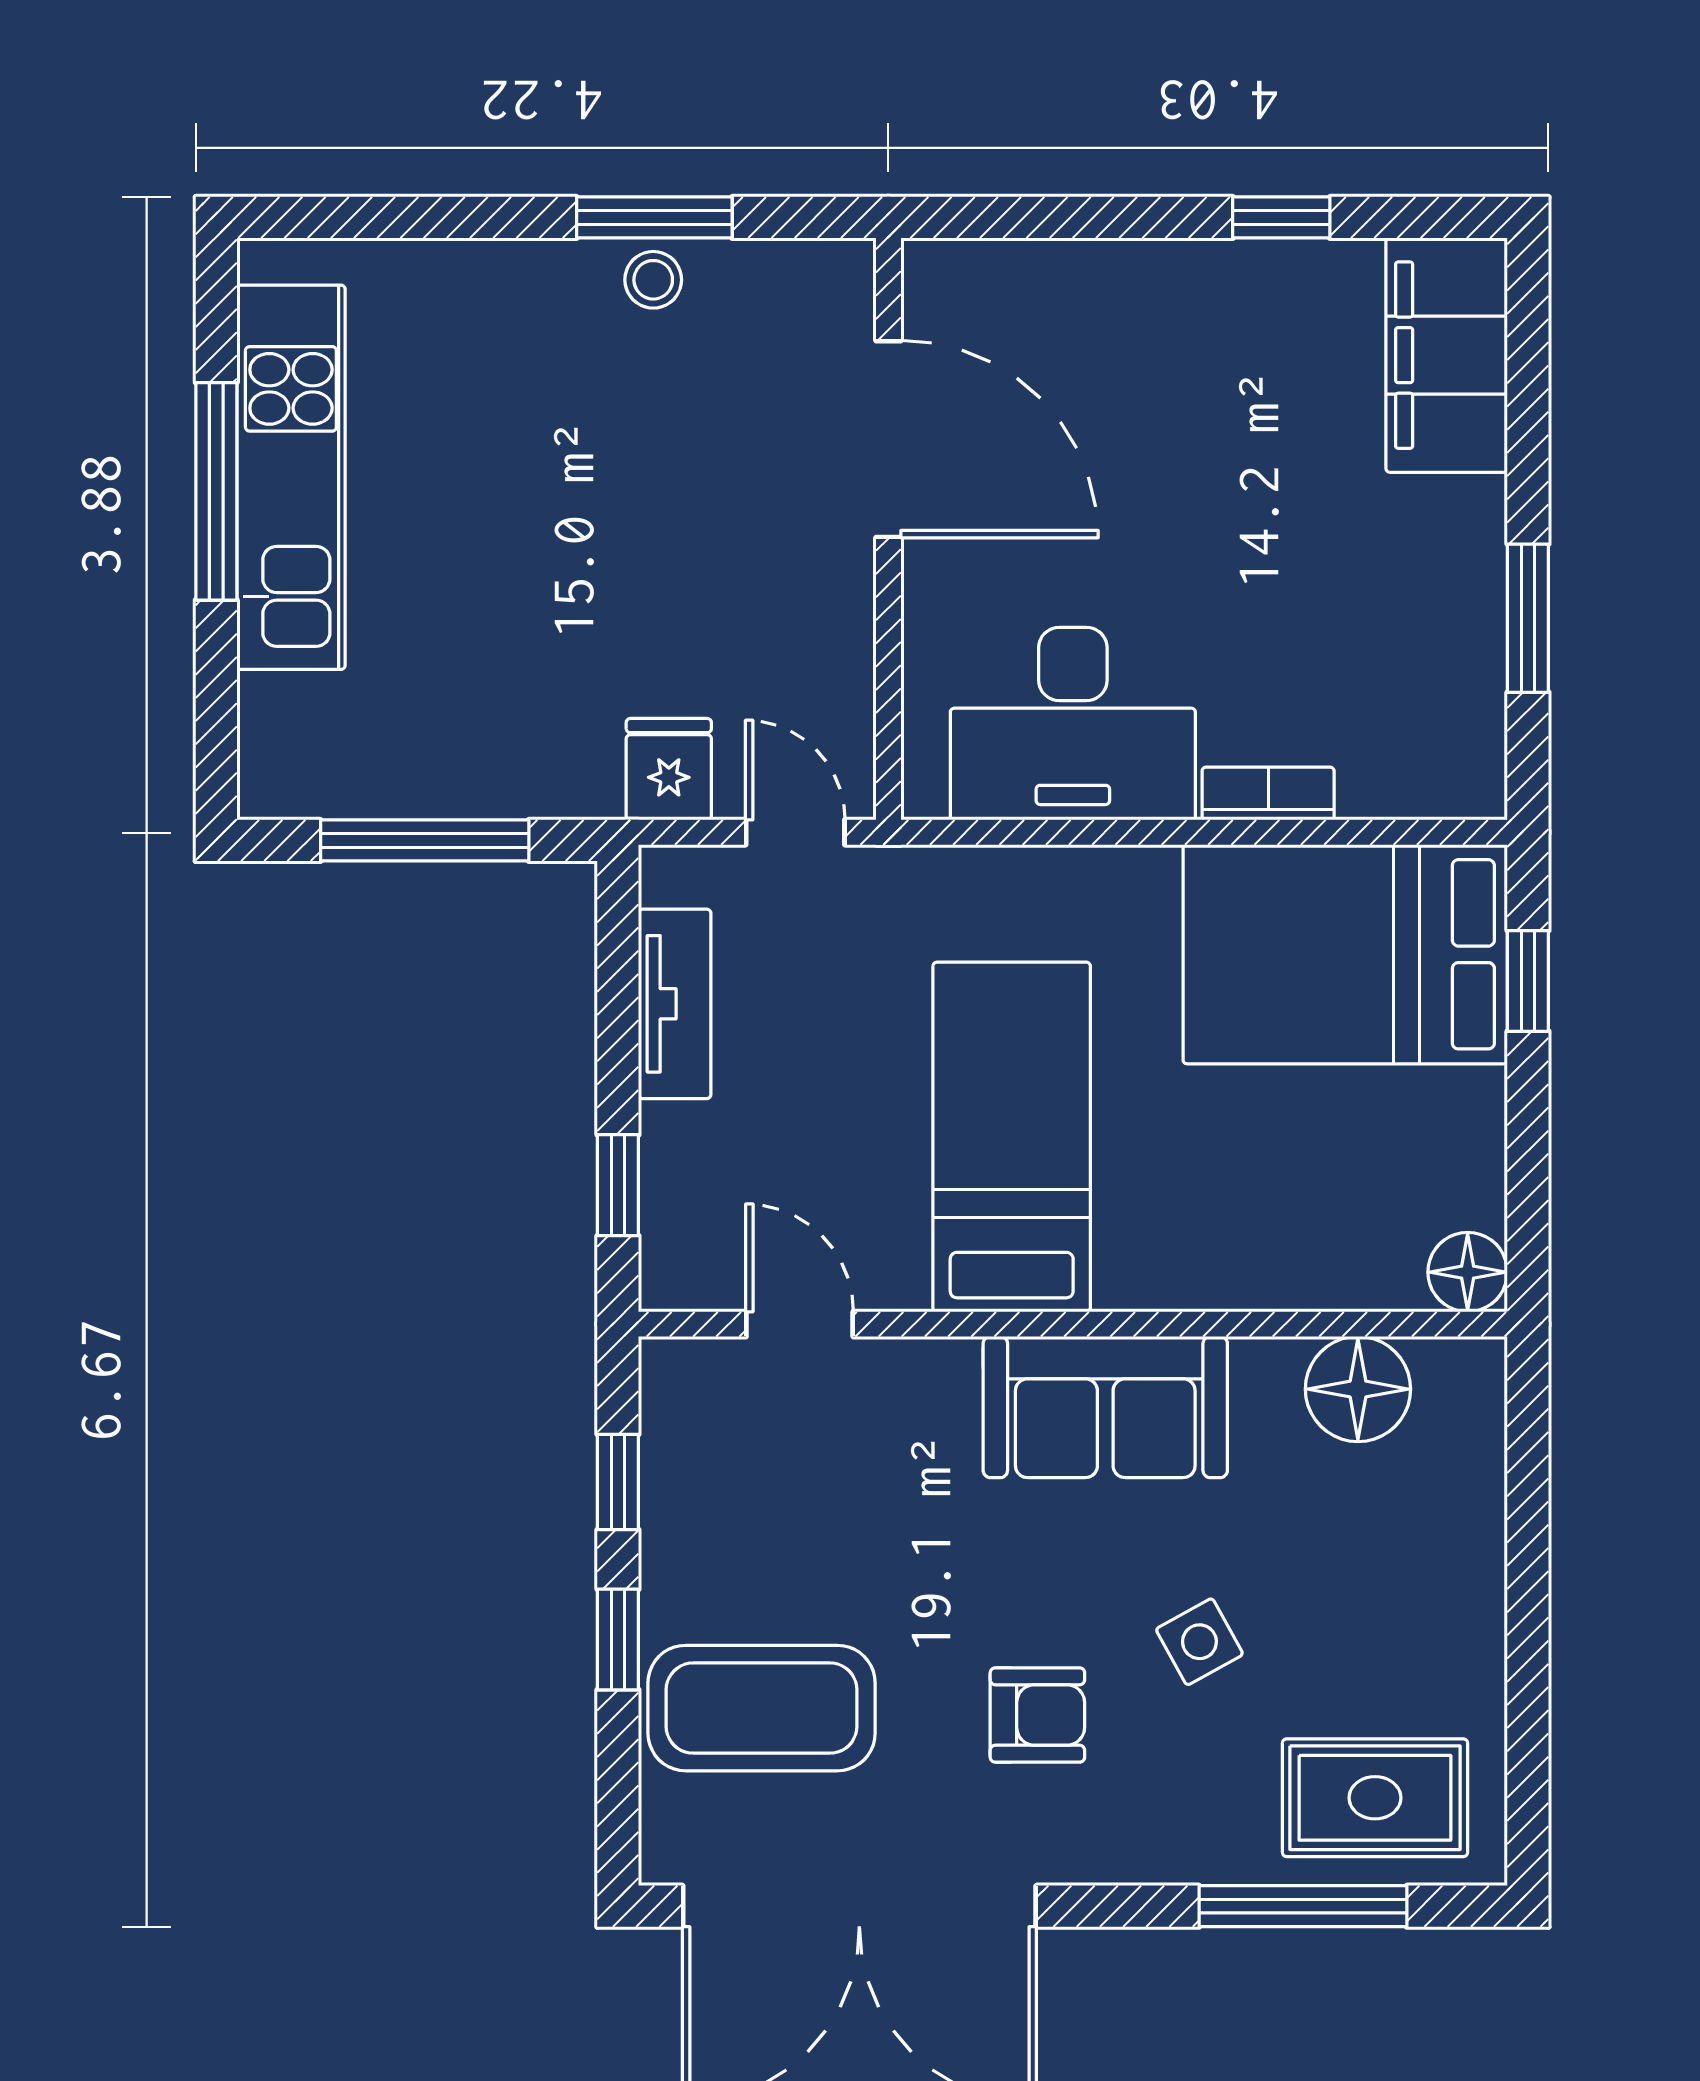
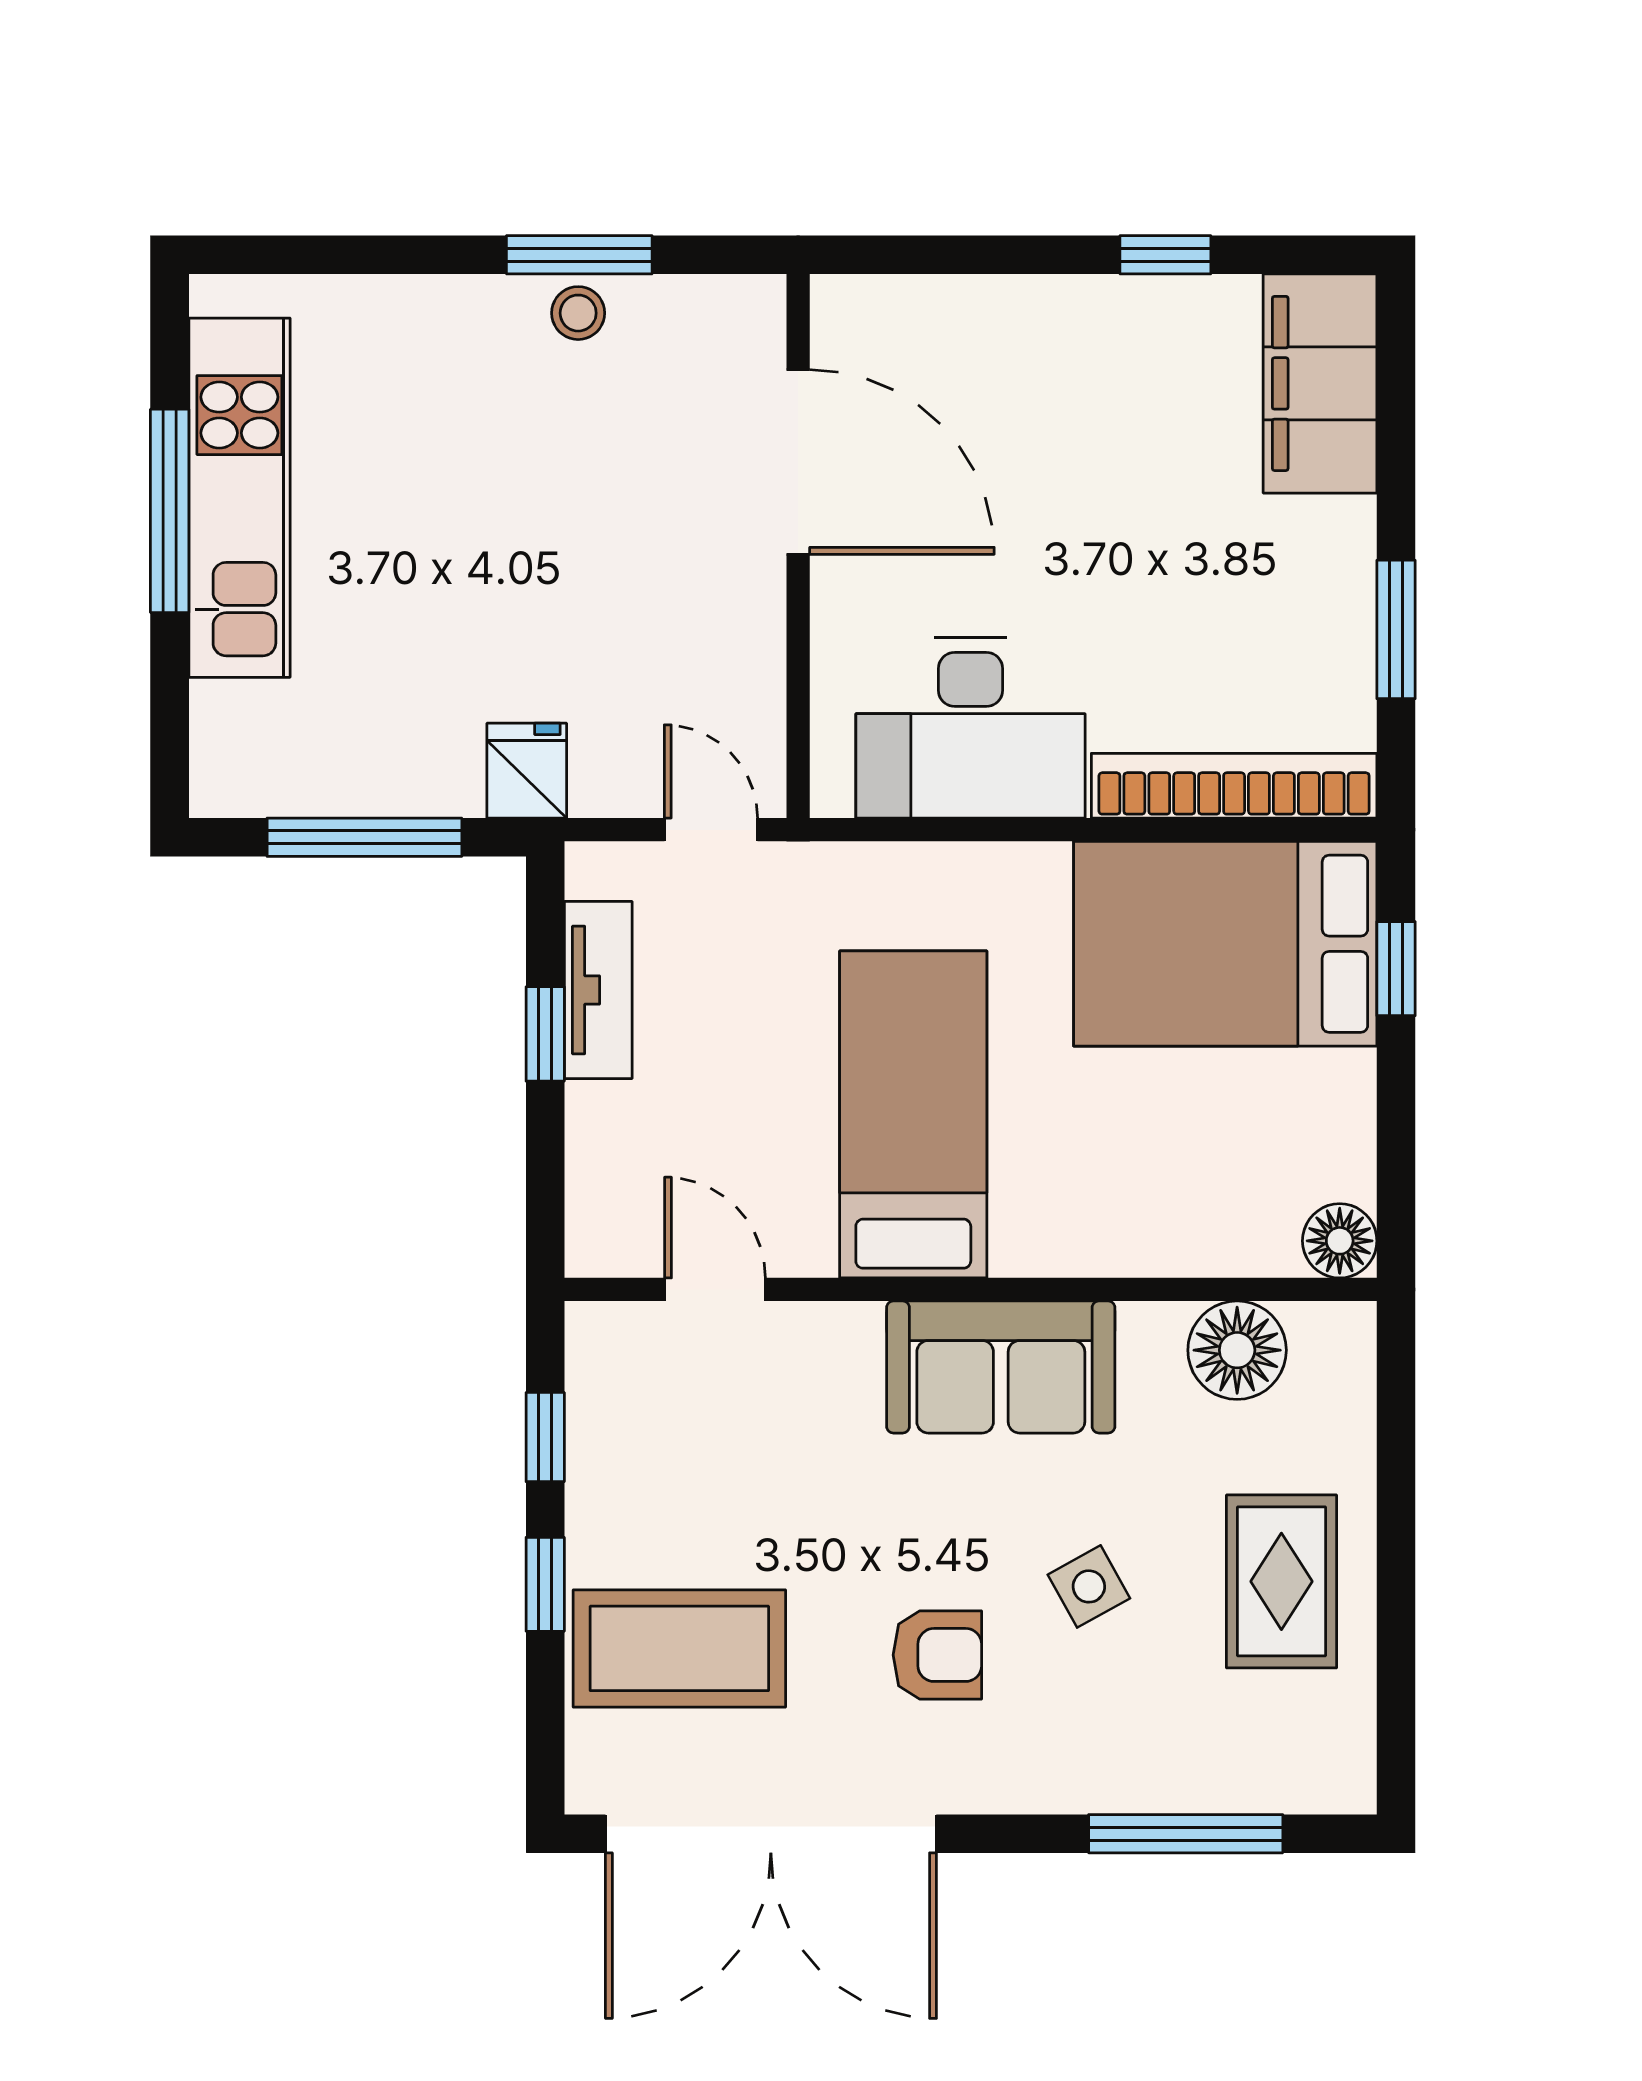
fridge: (669, 769) -> (527, 771), moved
bookcase: (1268, 794) -> (1234, 786), width x2.31, depth x1.31
window: (618, 1185) -> (545, 1034), moved
rug: (1375, 1798) -> (1281, 1581), moved, turned 90

